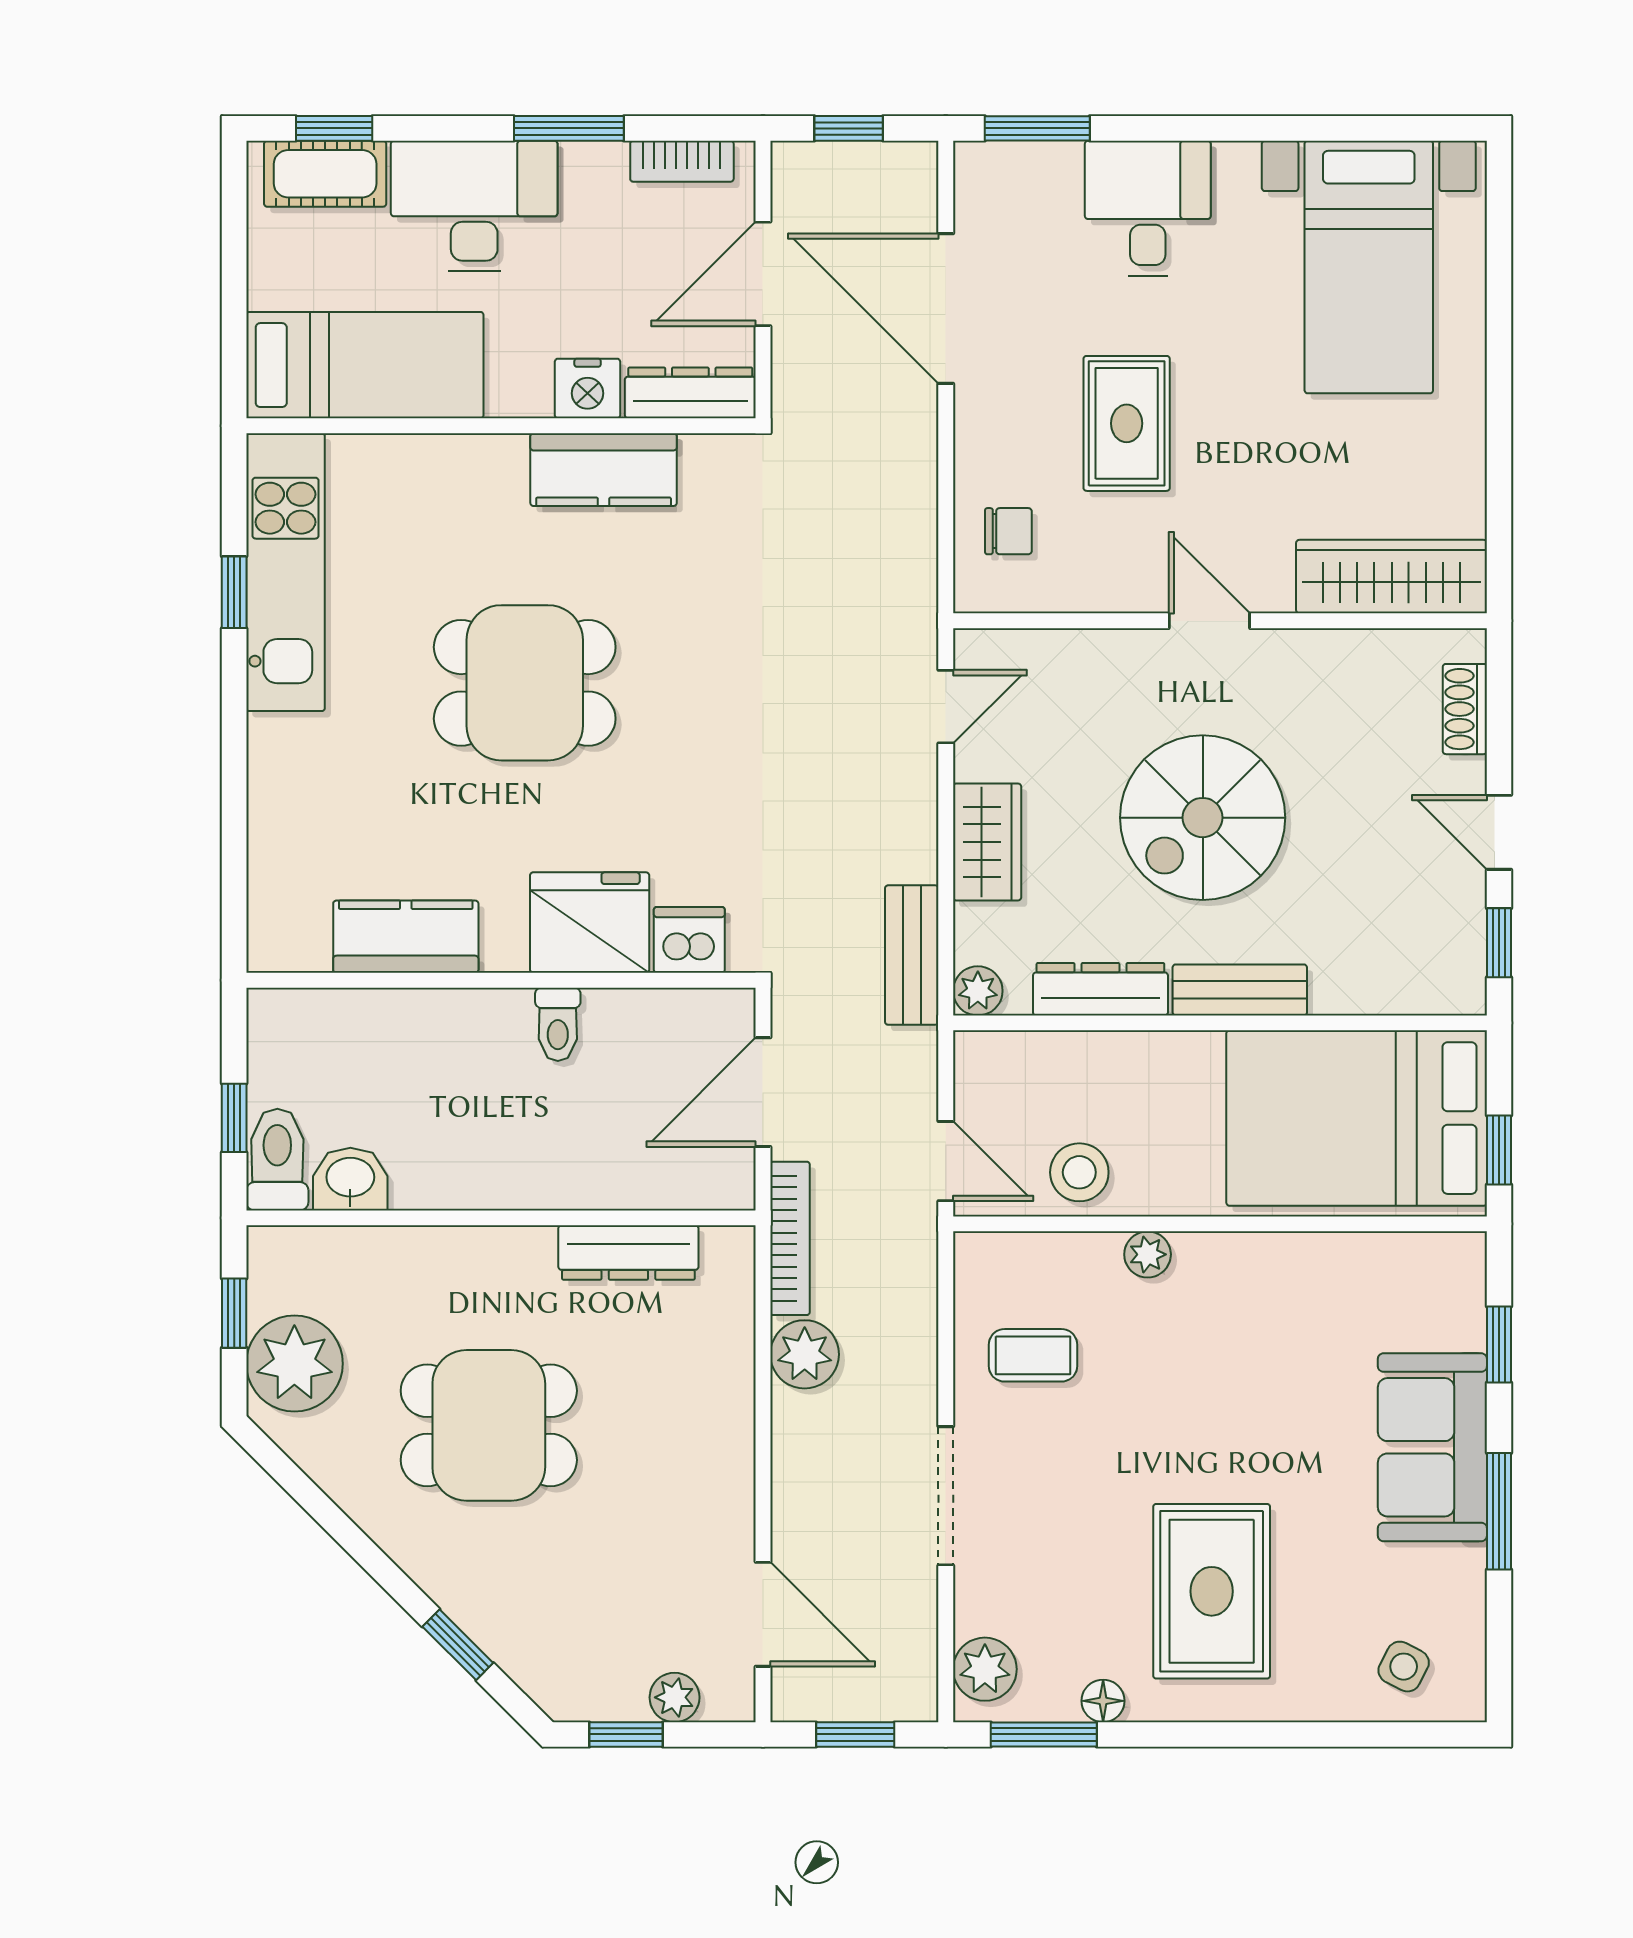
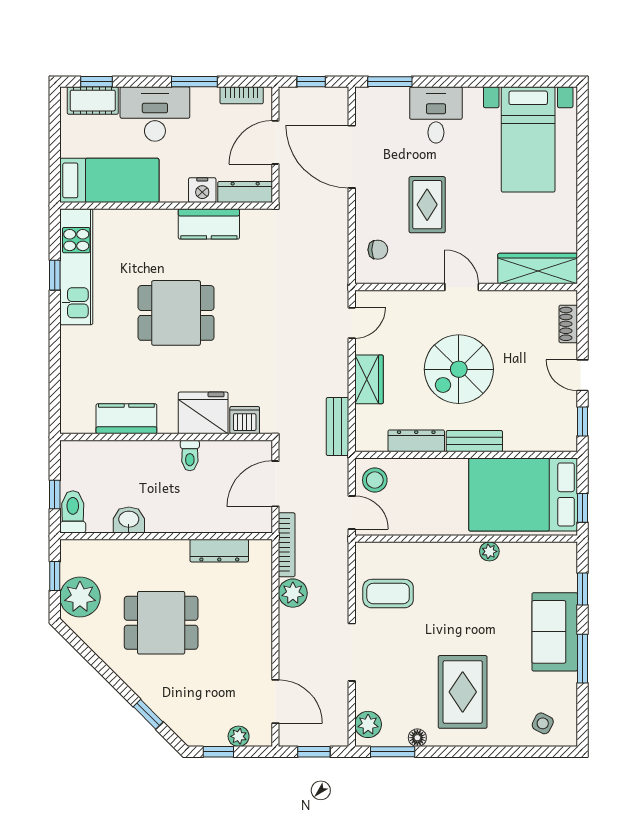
plant: (978, 991) -> (365, 441), removed
stool: (1079, 1172) -> (375, 480), moved
washbasin: (350, 1179) -> (129, 520), moved
plant: (1148, 1254) -> (489, 551), moved
coffee table: (1033, 1355) -> (388, 594), width x1.36, depth x1.30

